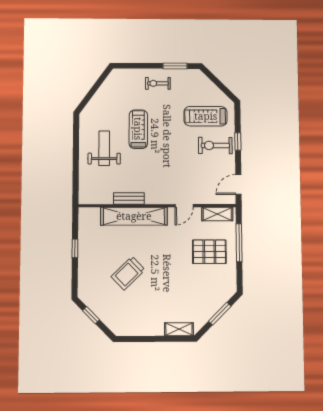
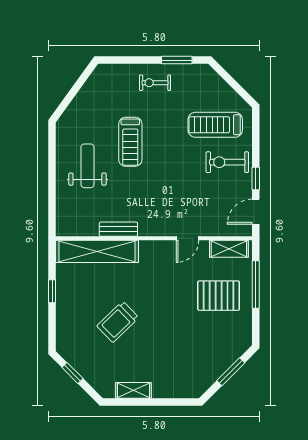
treadmill: (138, 129) -> (130, 142), turned 180
window: (238, 142) -> (256, 178), moved
shelving: (134, 216) -> (97, 251), moved
shelving: (179, 329) -> (134, 390), moved

